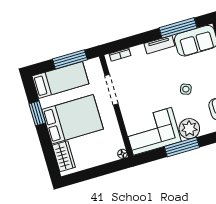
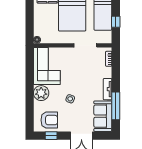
window: (70, 59) -> (116, 22), width x0.46
window: (182, 147) -> (30, 84), removed

